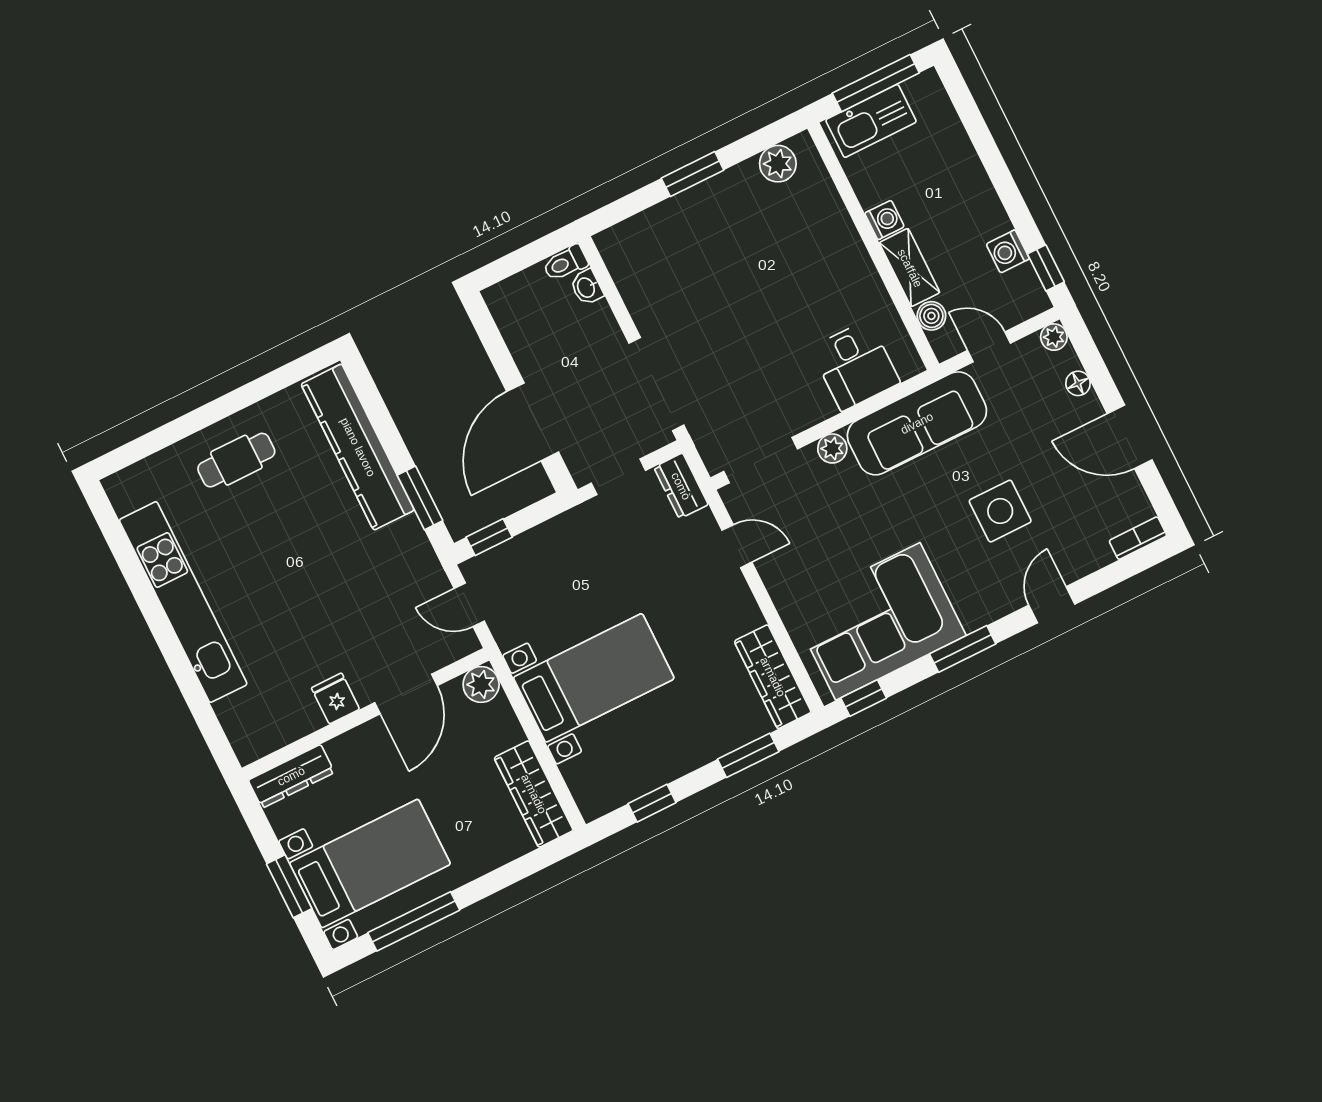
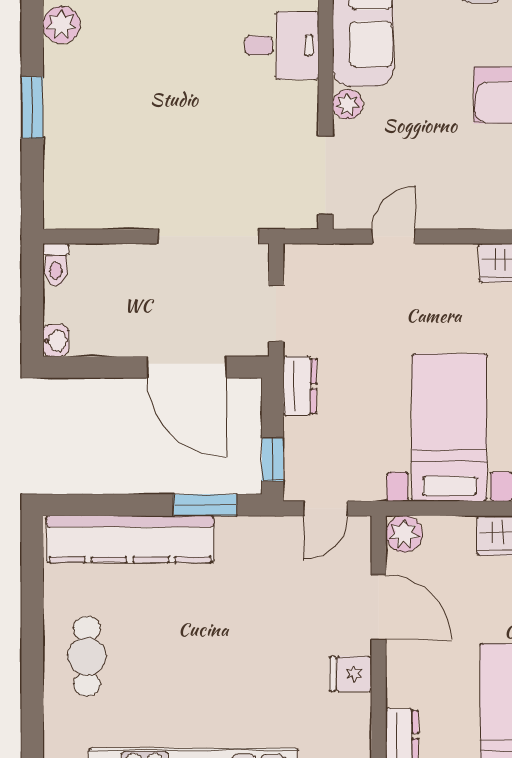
washbasin: (587, 287) -> (56, 341), moved, turned -90
dresser: (681, 486) -> (300, 386), moved, turned -90

